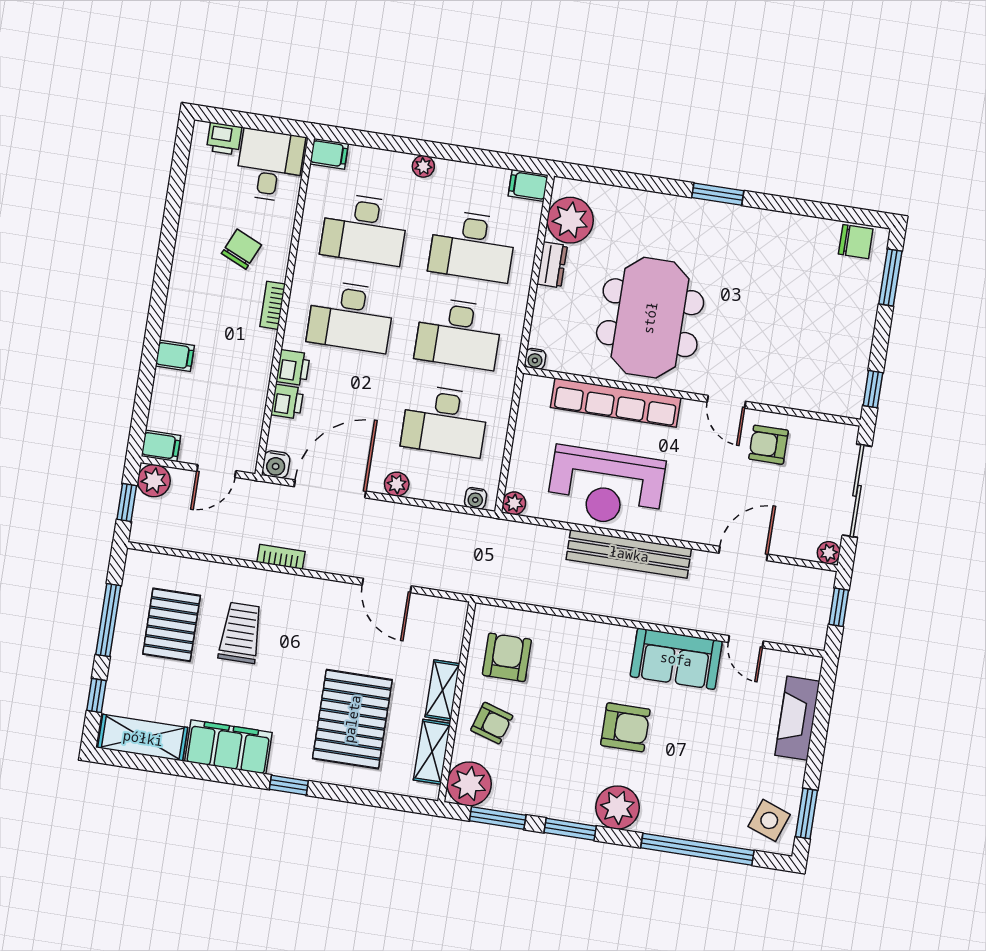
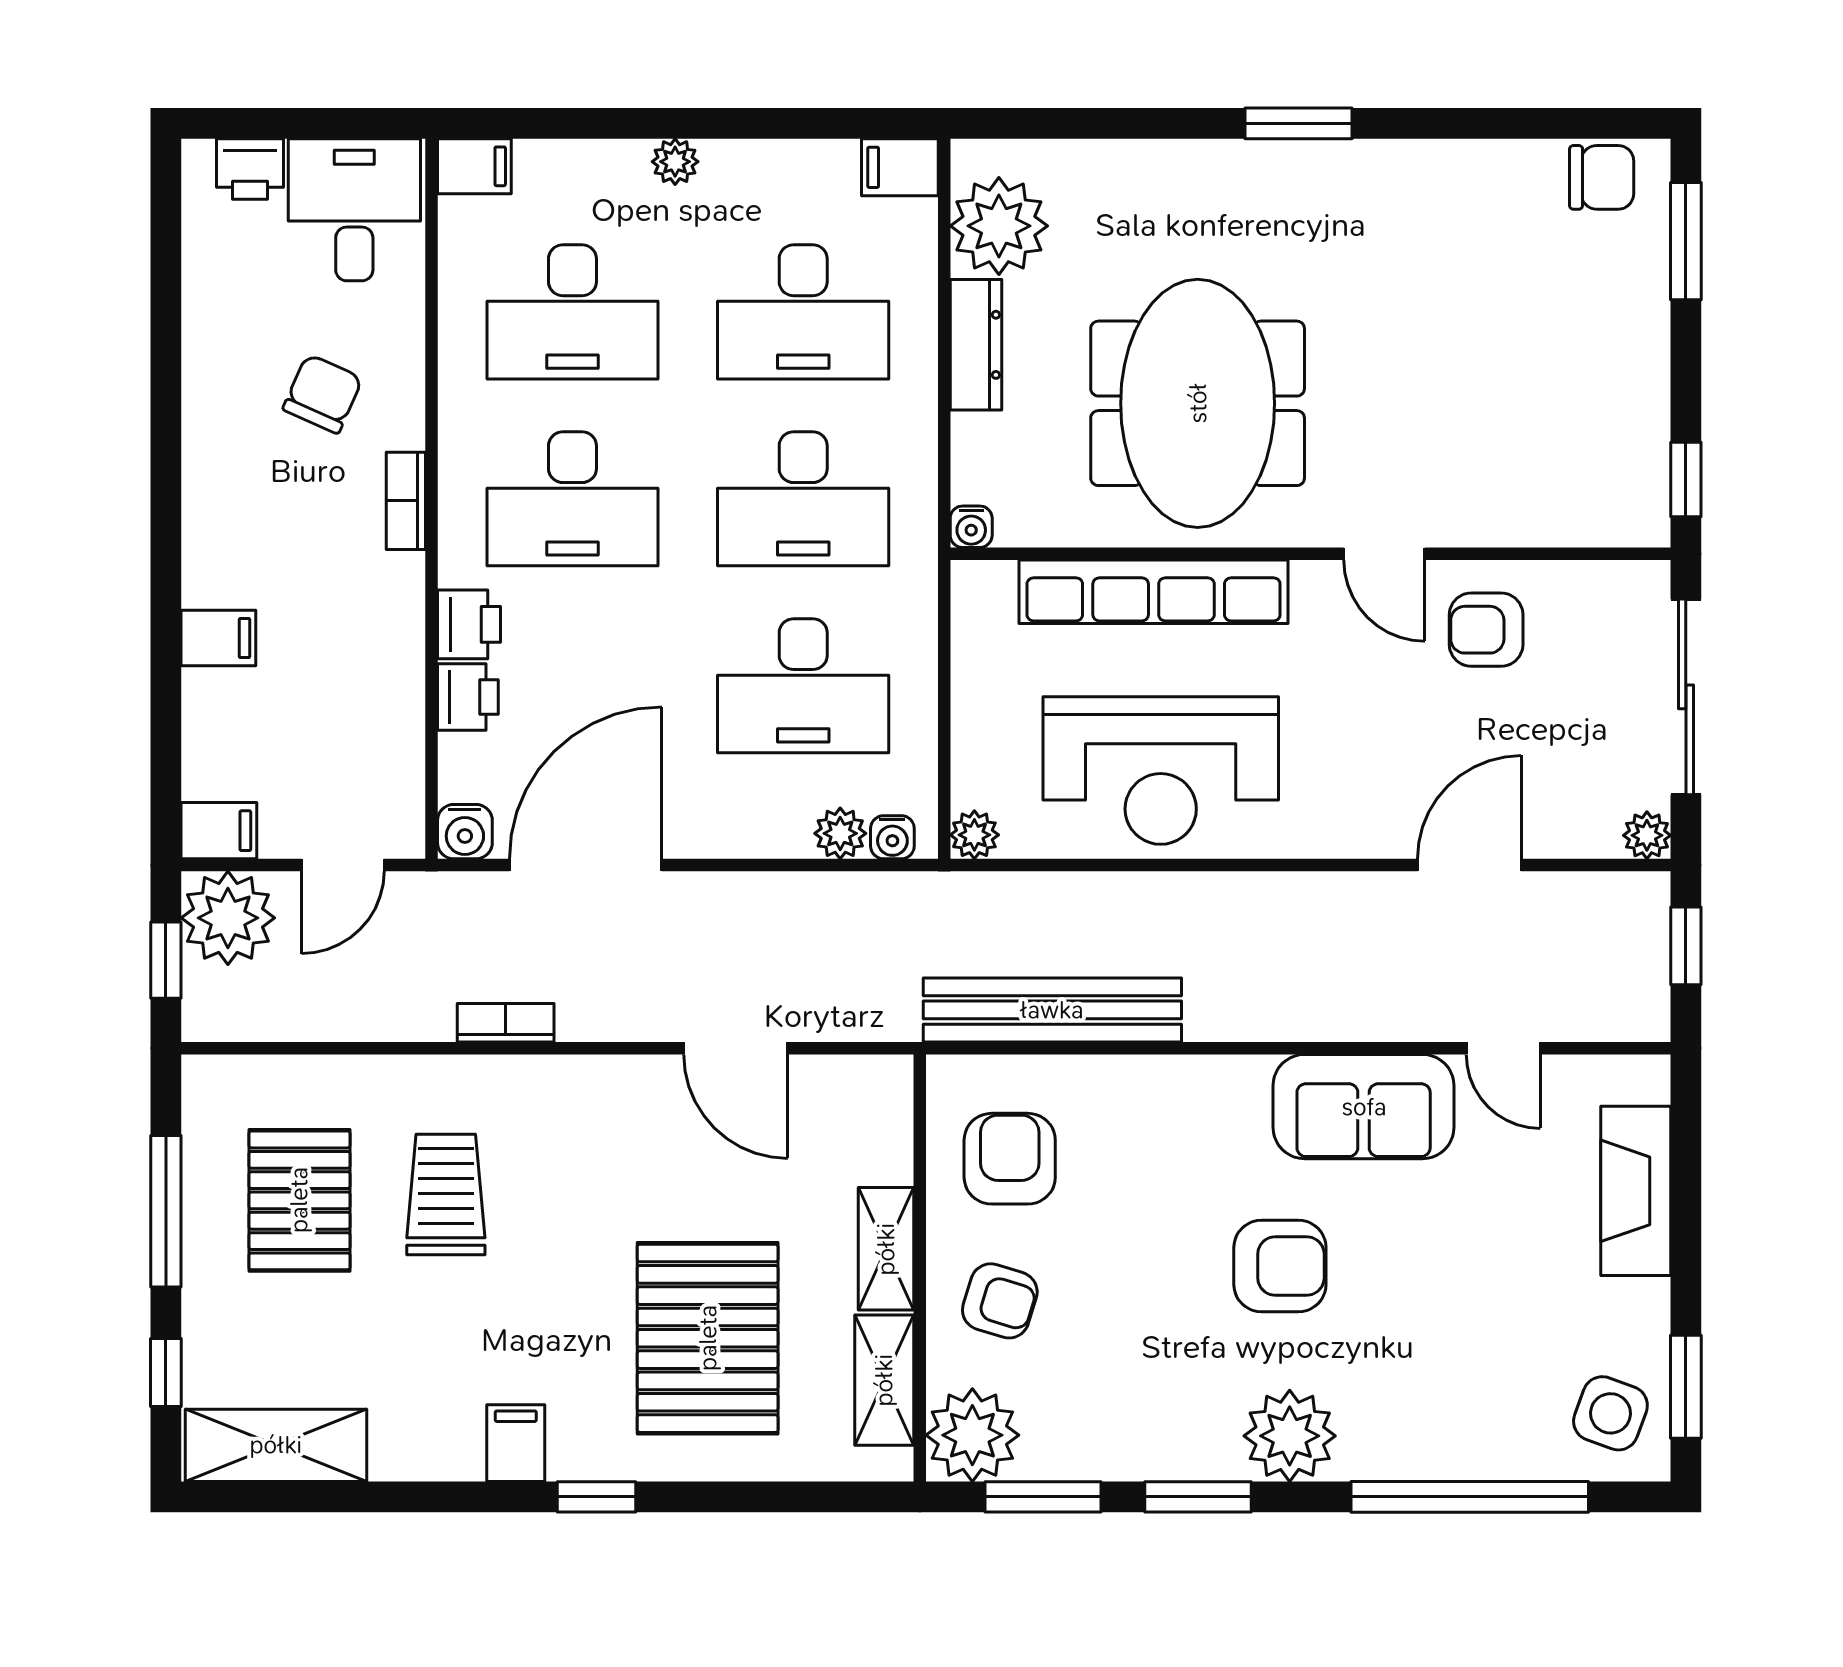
dresser: (552, 265) -> (976, 345), width x1.44
plant: (154, 481) -> (228, 918), width x1.36, depth x1.36
plant: (397, 484) -> (840, 833), moved
bench: (629, 554) -> (1052, 1010), moved
filing cabinet: (228, 747) -> (516, 1443), width x0.33, depth x0.86

